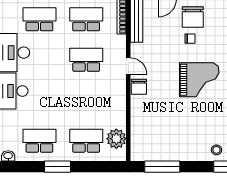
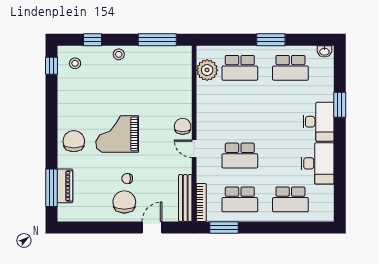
stool: (216, 150) -> (119, 54), moved

